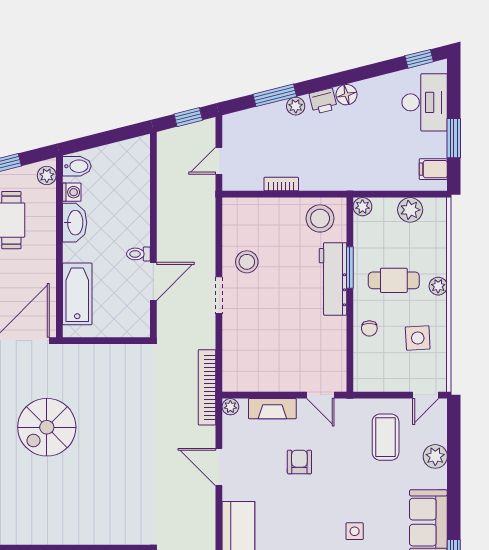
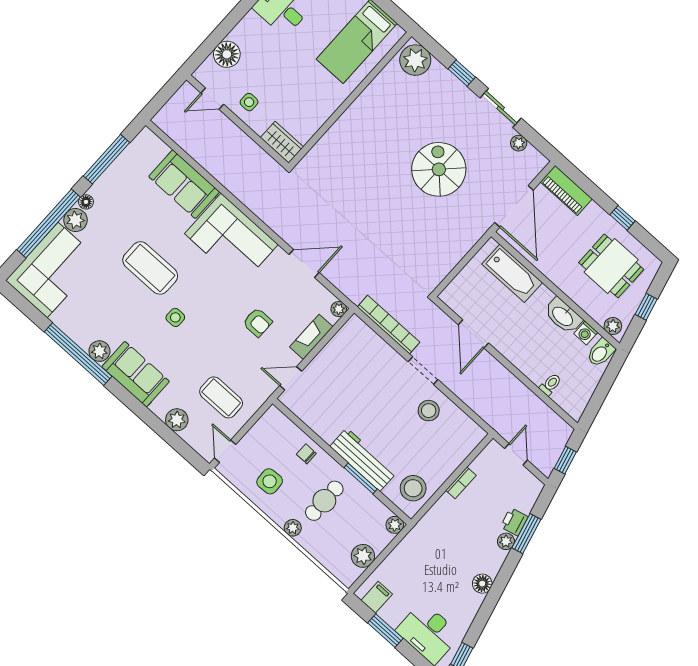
printer: (323, 101) -> (514, 522), moved
toilet: (138, 254) -> (550, 384), moved
bookcase: (207, 387) -> (388, 325), moved

